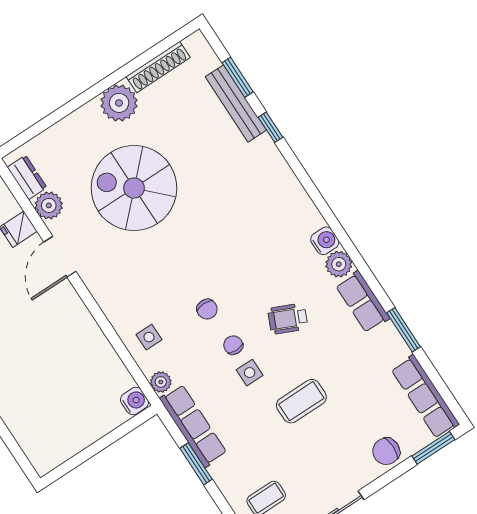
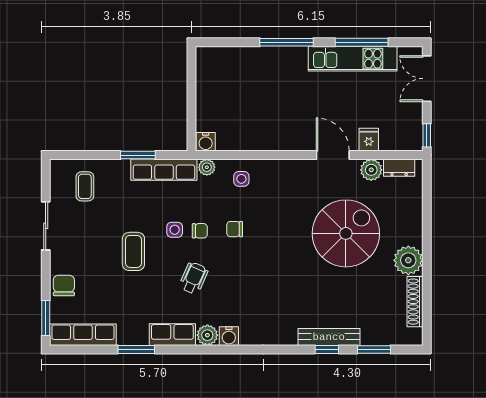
bench: (236, 103) -> (329, 337), moved

